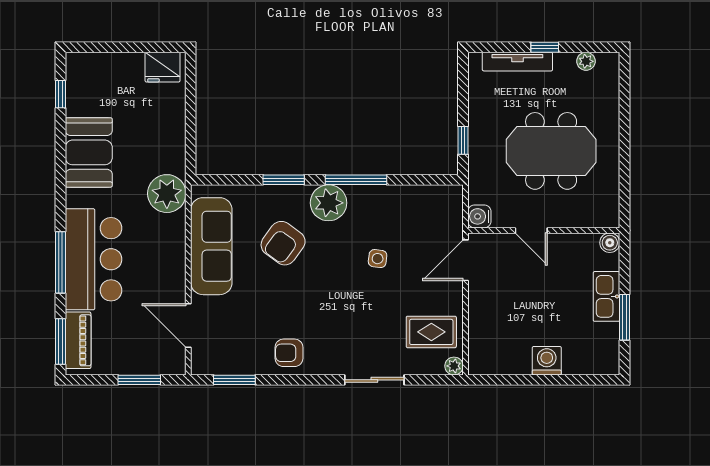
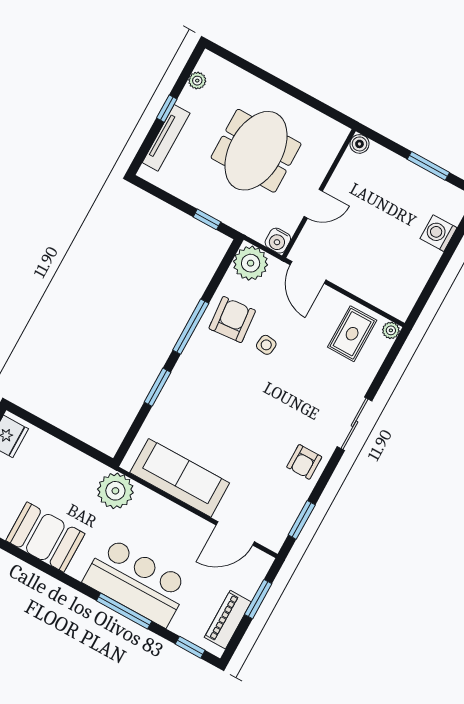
plant: (329, 203) -> (251, 263), moved
armchair: (283, 243) -> (232, 320), moved, turned -131
kitchen sink: (606, 296) -> (403, 171), removed
piano: (78, 340) -> (228, 620), moved, turned -90
window: (61, 342) -> (190, 647), width x0.67
washing machine: (547, 361) -> (439, 233), moved
sliding door: (374, 380) -> (355, 424), moved

